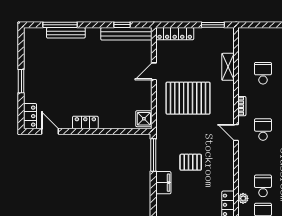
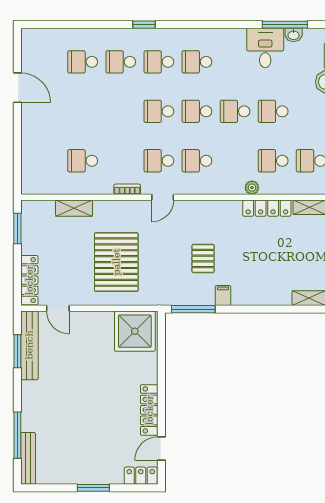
window: (122, 25) -> (17, 351), width x1.50
bench: (66, 33) -> (28, 458), moved
door: (154, 71) -> (58, 308), moved
shower: (144, 119) -> (135, 331), width x1.86, depth x1.86
locker: (85, 122) -> (149, 410), width x1.53
filing cabinet: (163, 183) -> (223, 295), width x0.50
school desk: (263, 186) -> (197, 161), moved

